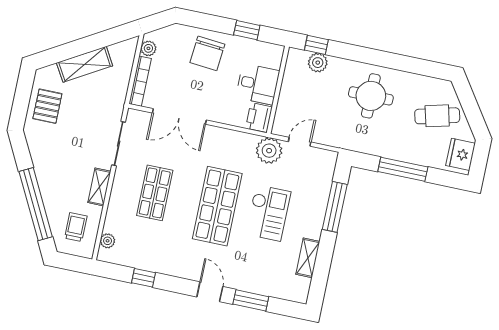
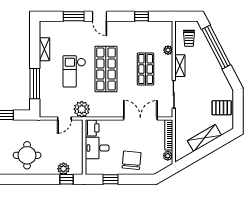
pallet: (47, 106) -> (222, 108), turned 90
plant: (108, 241) -> (168, 50), moved

